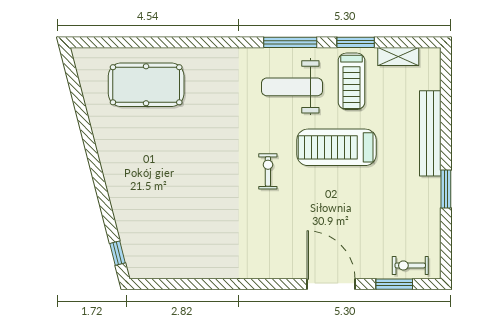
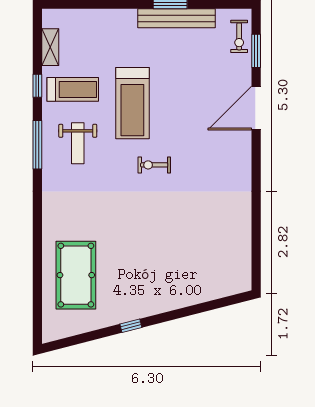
window: (356, 42) -> (37, 86), width x0.67
weight bench: (292, 87) -> (78, 143), width x0.73, depth x0.75
bench: (430, 133) -> (176, 18), moved
window: (117, 253) -> (131, 326), moved

